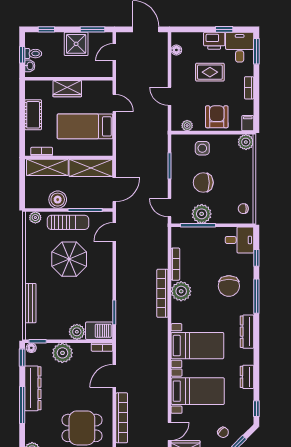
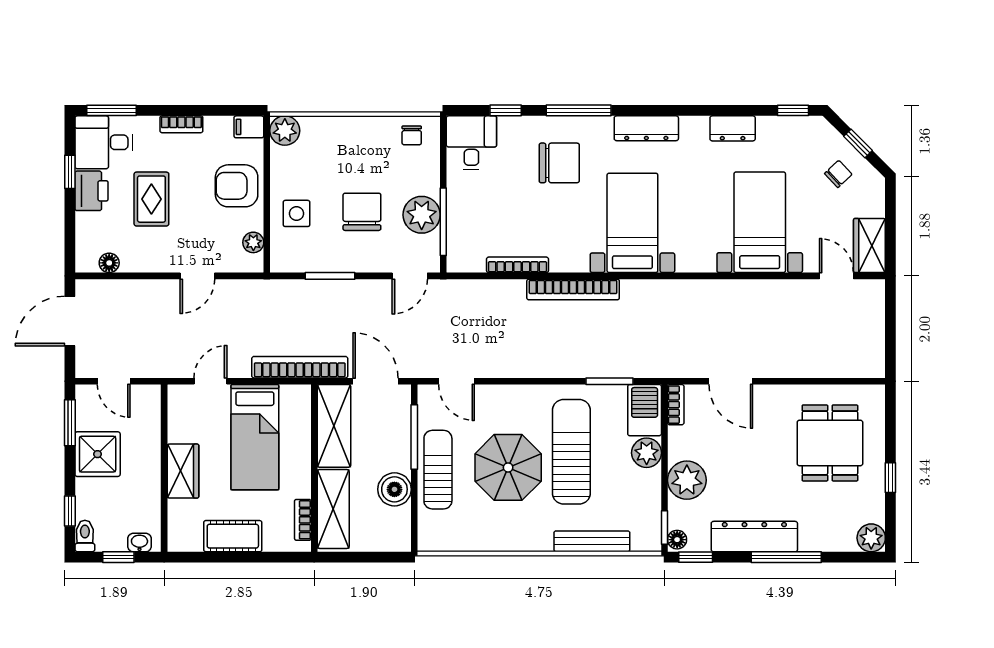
toilet: (33, 54) -> (85, 536), moved
chair: (203, 183) -> (362, 212), turned 180
plant: (35, 218) -> (429, 532), removed
plant: (181, 291) -> (569, 254), removed
sun lounger: (77, 292) -> (571, 452), added
bed with nightstands: (197, 346) -> (632, 223), moved
bookcase: (122, 418) -> (300, 367), moved

